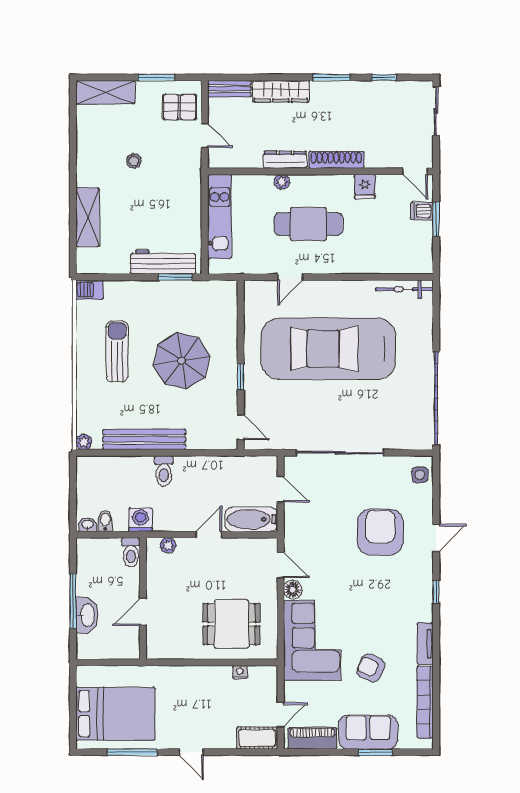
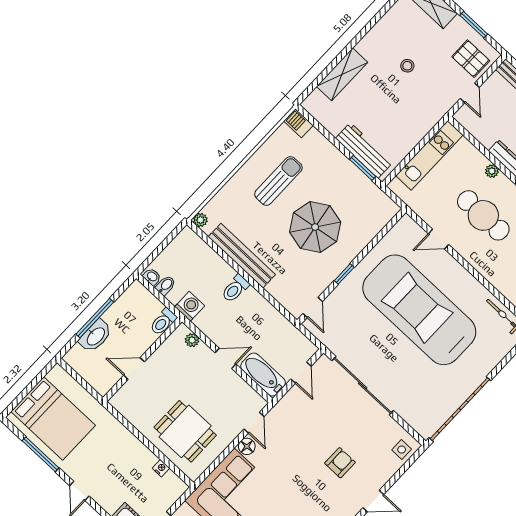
armchair: (380, 532) -> (340, 463), width x0.53, depth x0.53

